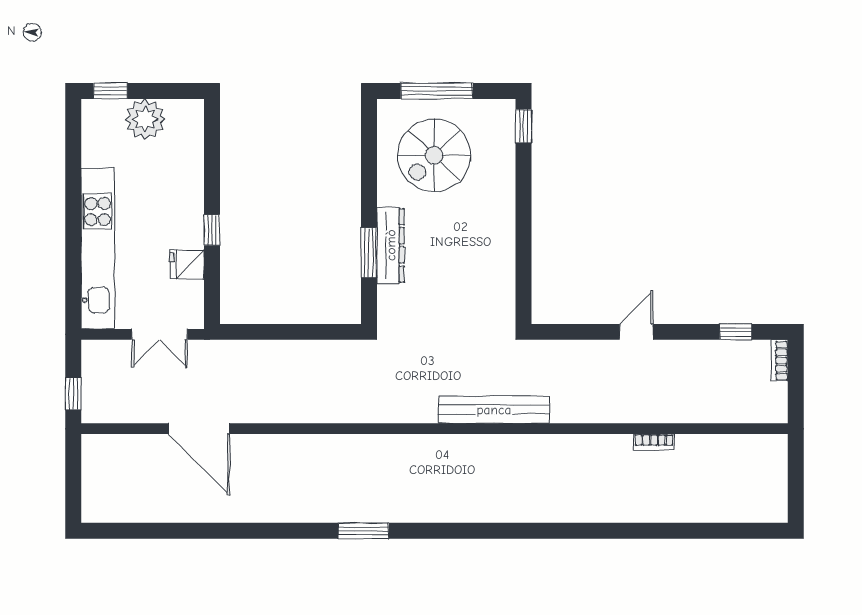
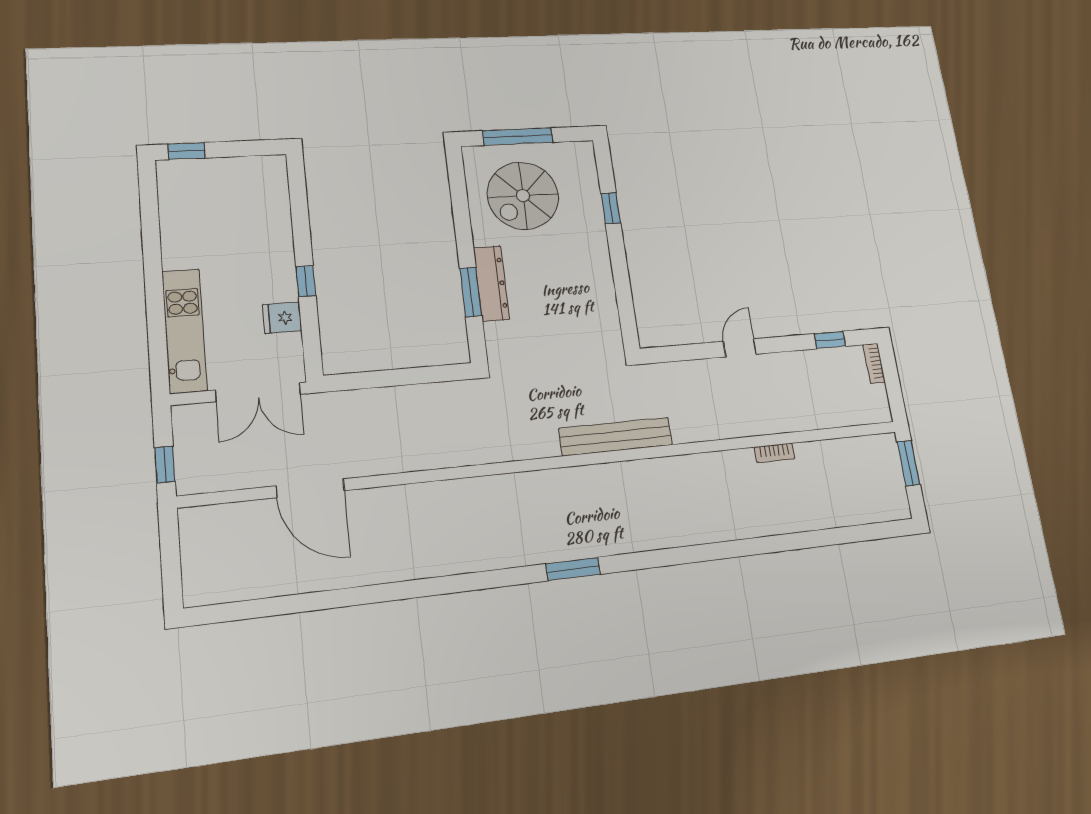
plant: (145, 119) -> (226, 177), removed
window: (523, 126) -> (611, 208), moved
kitchen unit: (98, 249) -> (184, 331), width x0.73
double door: (160, 334) -> (258, 392), width x1.37
window: (796, 467) -> (909, 463), added
window: (363, 531) -> (573, 569), moved

